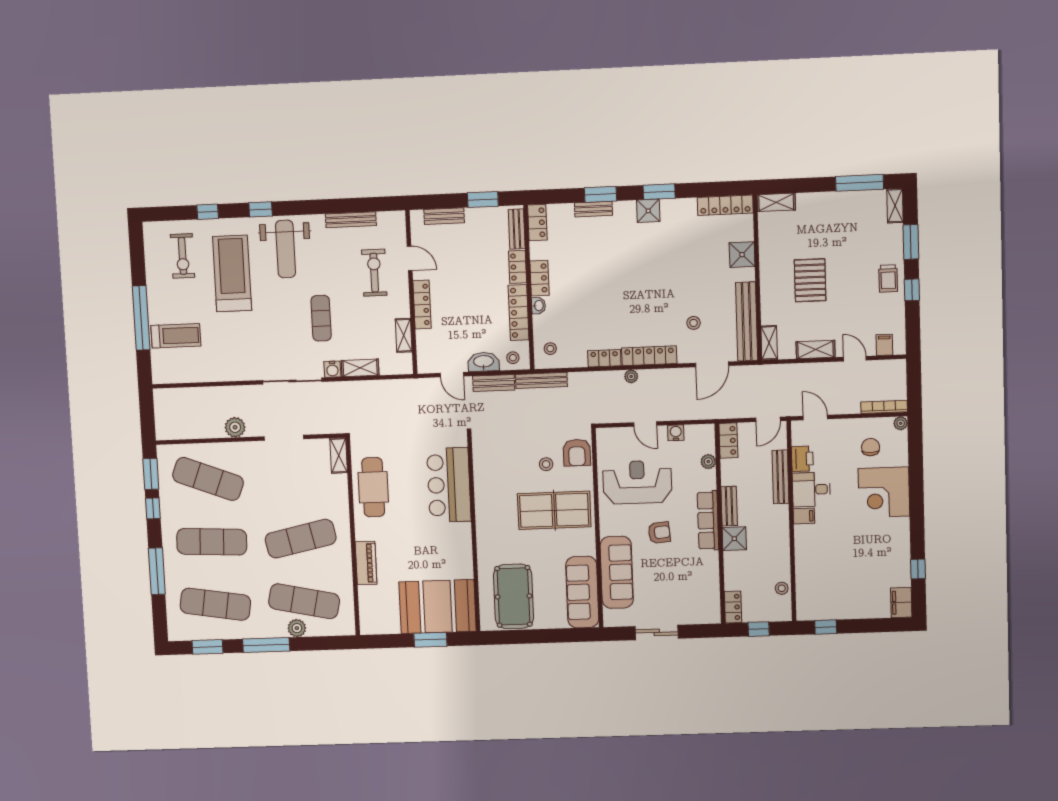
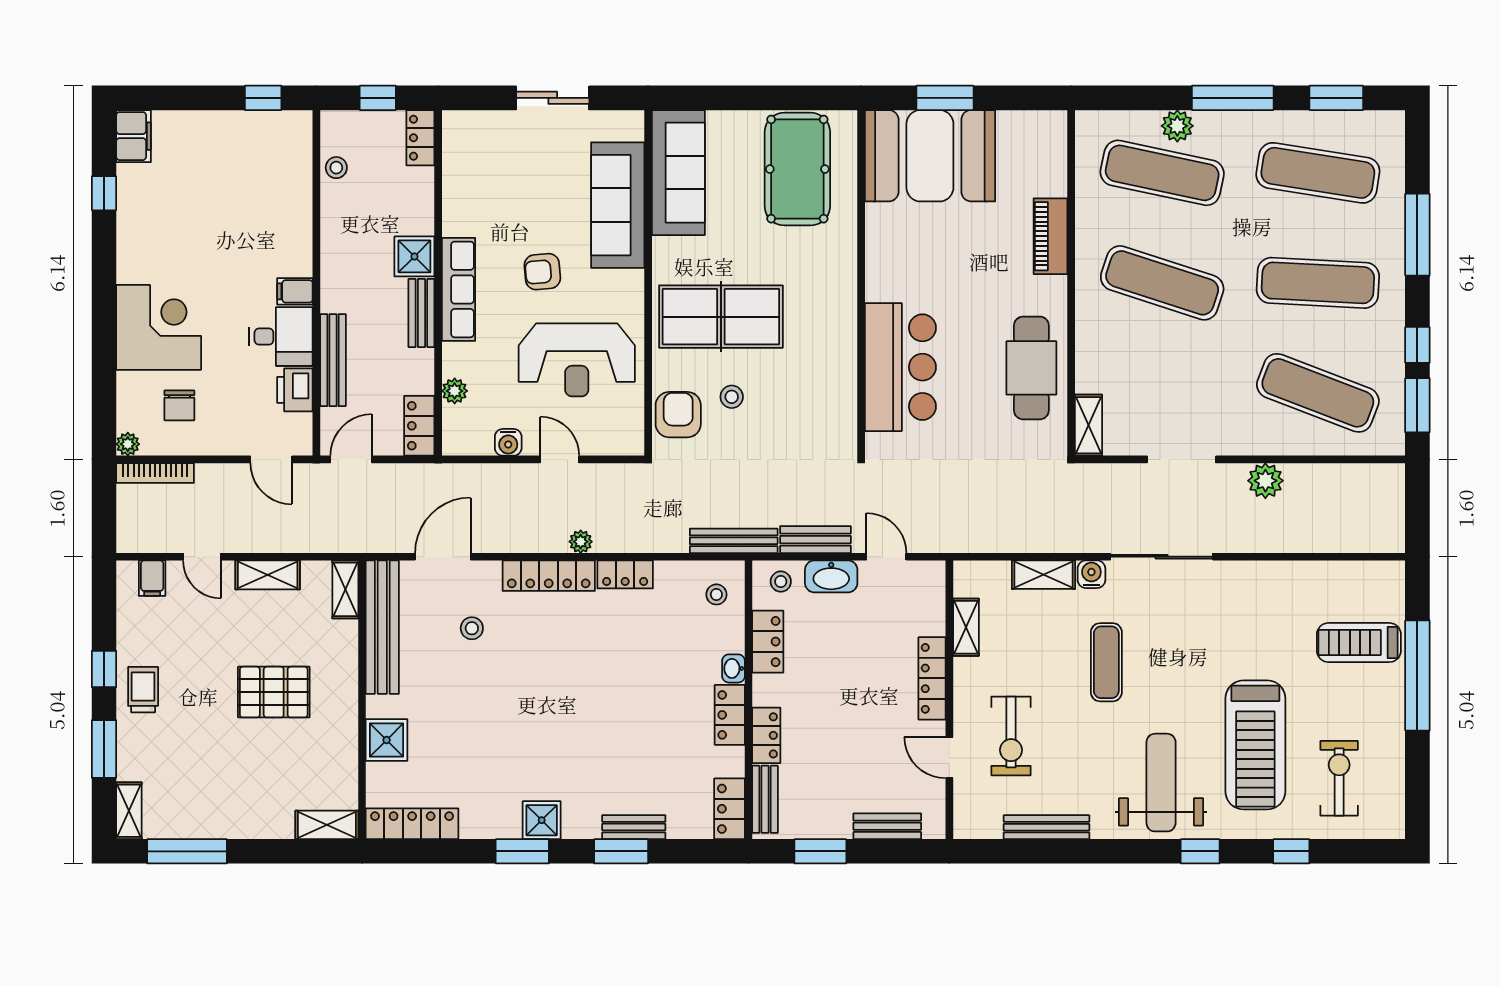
pallet: (810, 280) -> (274, 692), turned 90
locker: (519, 313) -> (768, 642), width x0.66
exercise mat: (301, 539) -> (1162, 283), turned 30

